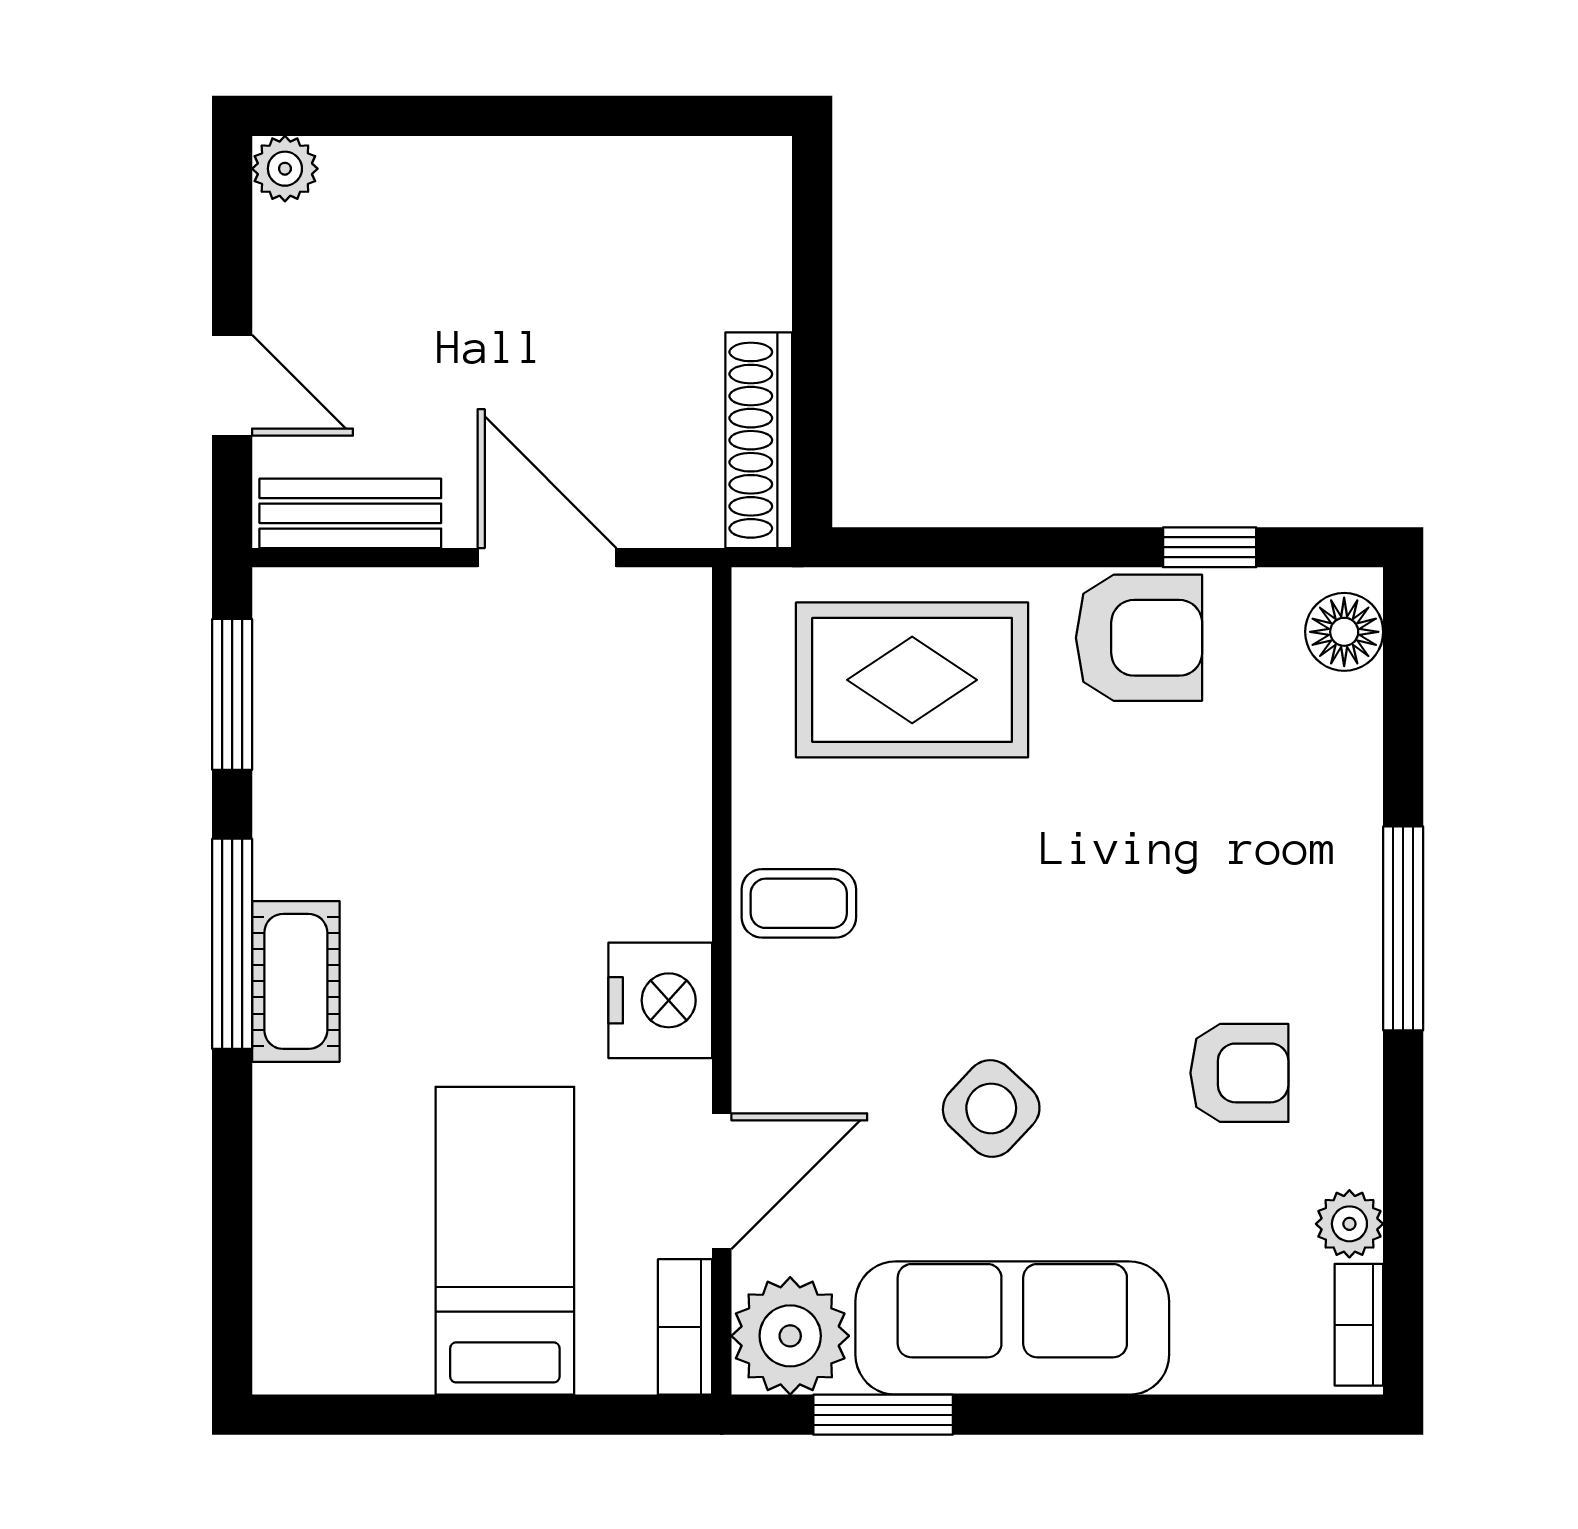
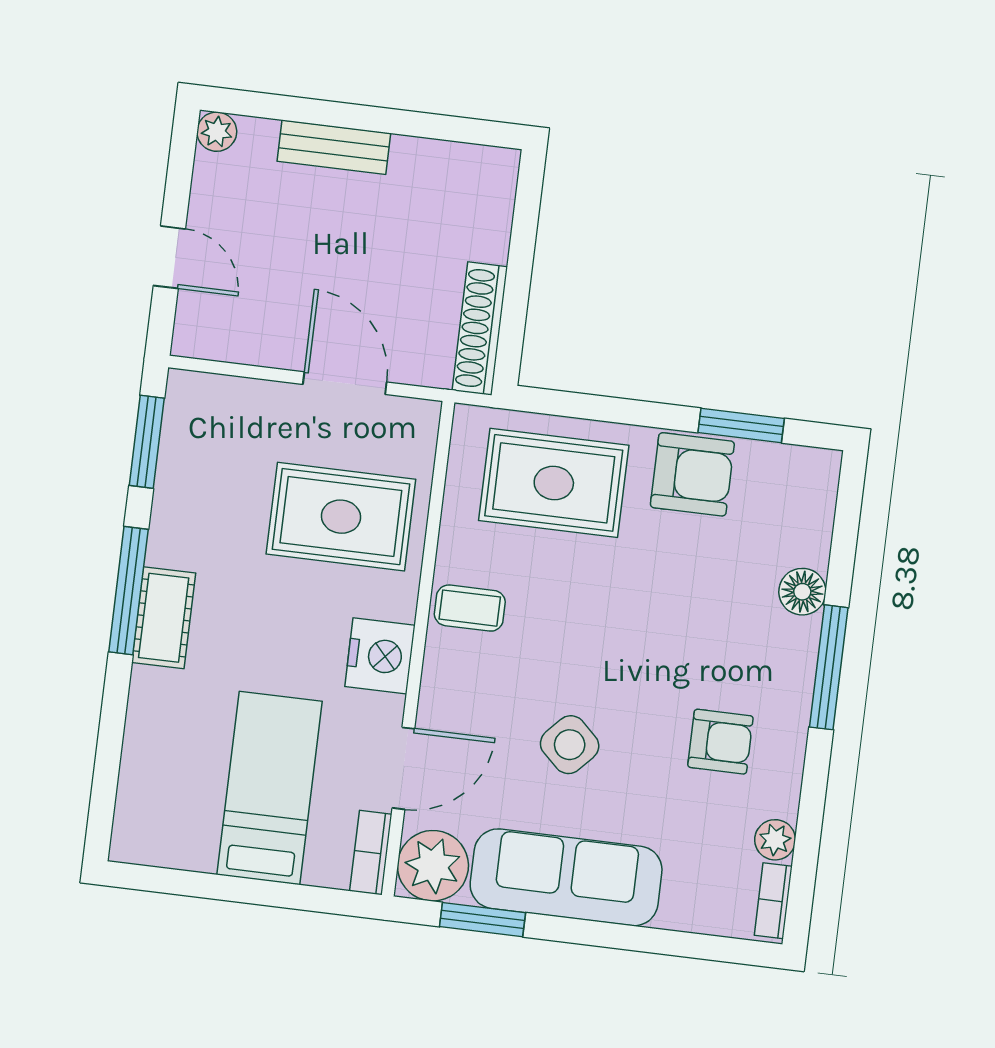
bench: (350, 513) -> (334, 147), moved
window: (1210, 547) -> (741, 426), width x1.50
floor lamp: (1344, 632) -> (802, 592), moved
rug: (568, 779) -> (341, 517), added

